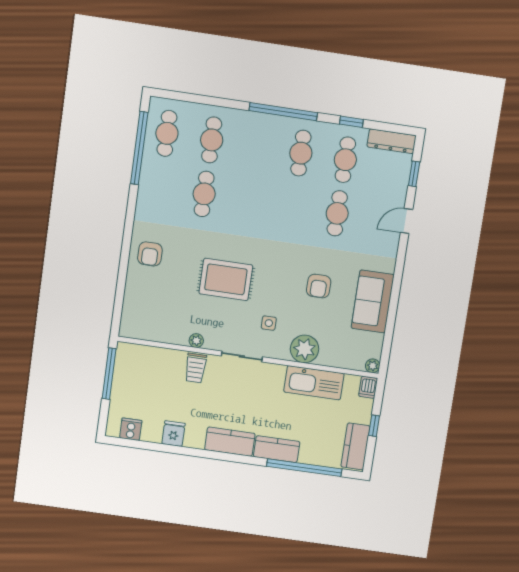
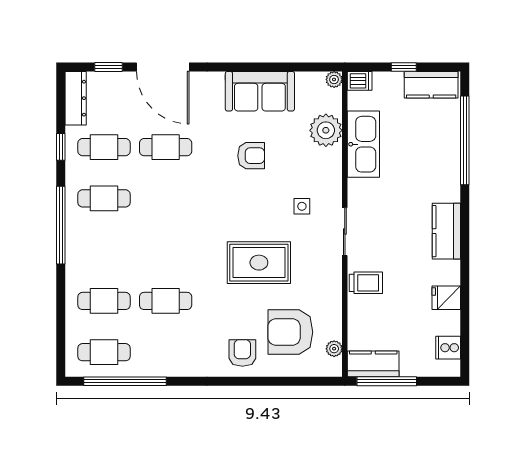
door: (407, 221) -> (163, 67), width x1.88
armchair: (150, 254) -> (242, 353), turned -90
rug: (226, 279) -> (259, 263), turned 90
armchair: (162, 298) -> (290, 332), added
plant: (196, 341) -> (334, 349), moved
plant: (305, 349) -> (326, 130), moved
kitchen counter: (277, 449) -> (373, 364), moved, turned 90

